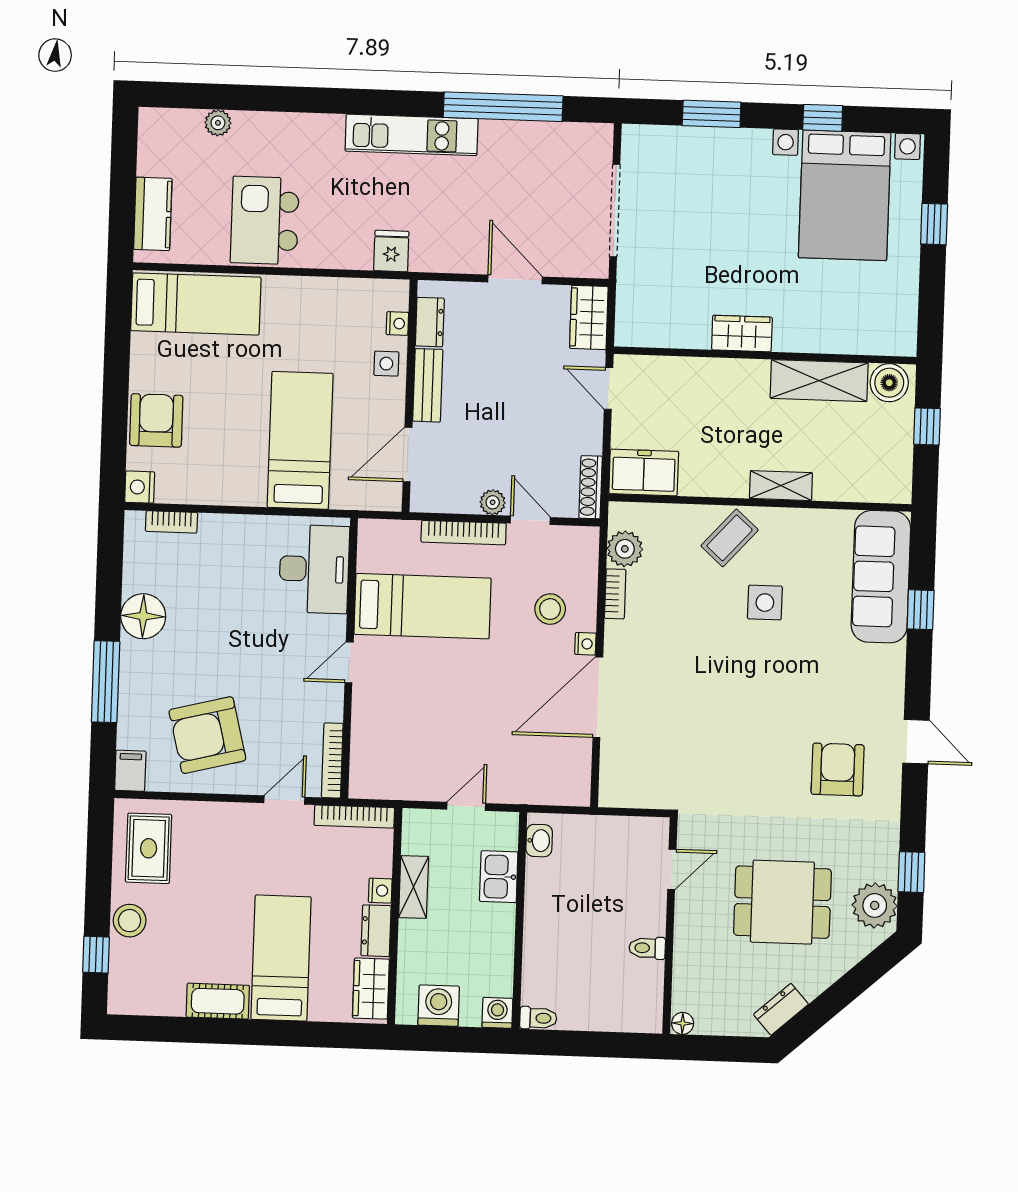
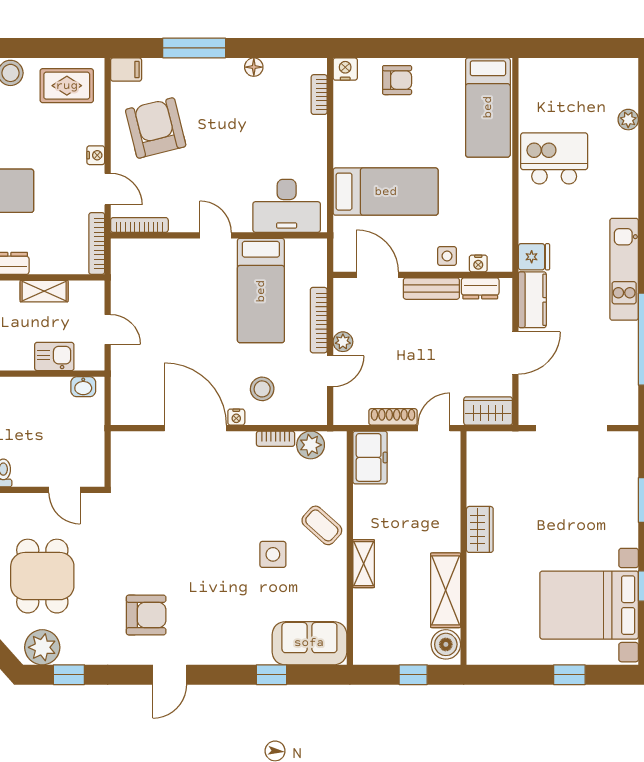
kitchen counter: (153, 214) -> (532, 300), moved, turned -90
armchair: (156, 420) -> (397, 80), width x0.72, depth x0.72
shoe rack: (591, 487) -> (393, 417), moved
sofa: (881, 577) -> (309, 643), width x0.73
floor lamp: (143, 616) -> (254, 67), width x0.53, depth x0.53
nightstand: (380, 891) -> (96, 155), moved, turned -90

